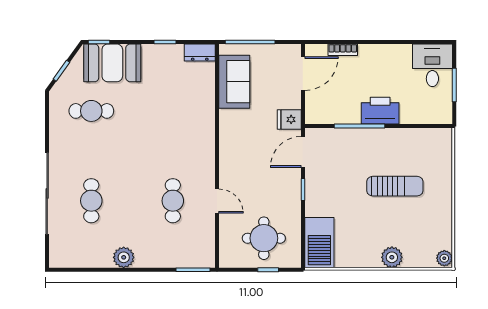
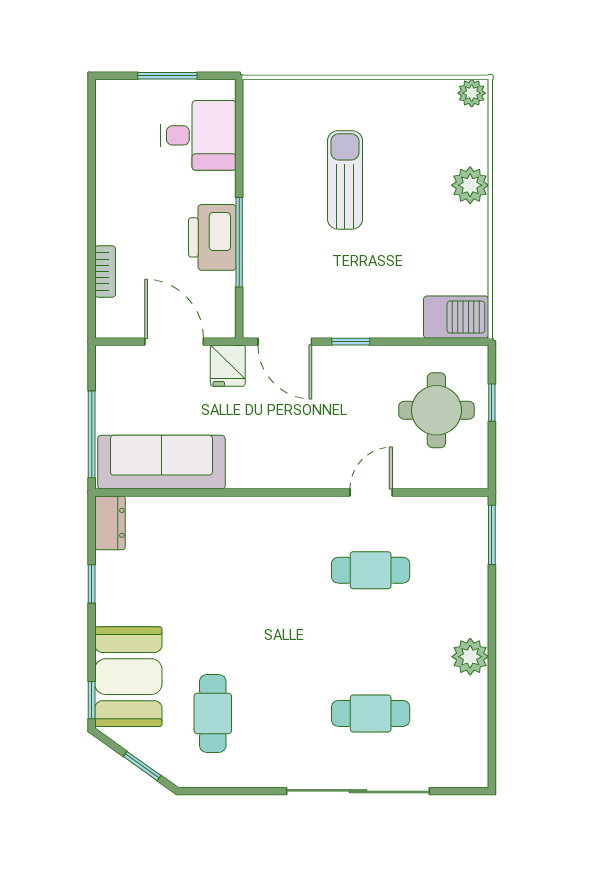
desk: (432, 65) -> (198, 135), moved, turned 180
door: (303, 74) -> (174, 342), moved
sofa: (234, 82) -> (161, 462), width x1.36
printer: (380, 111) -> (212, 237), moved
barbecue: (319, 243) -> (456, 317), width x0.73, depth x0.83

